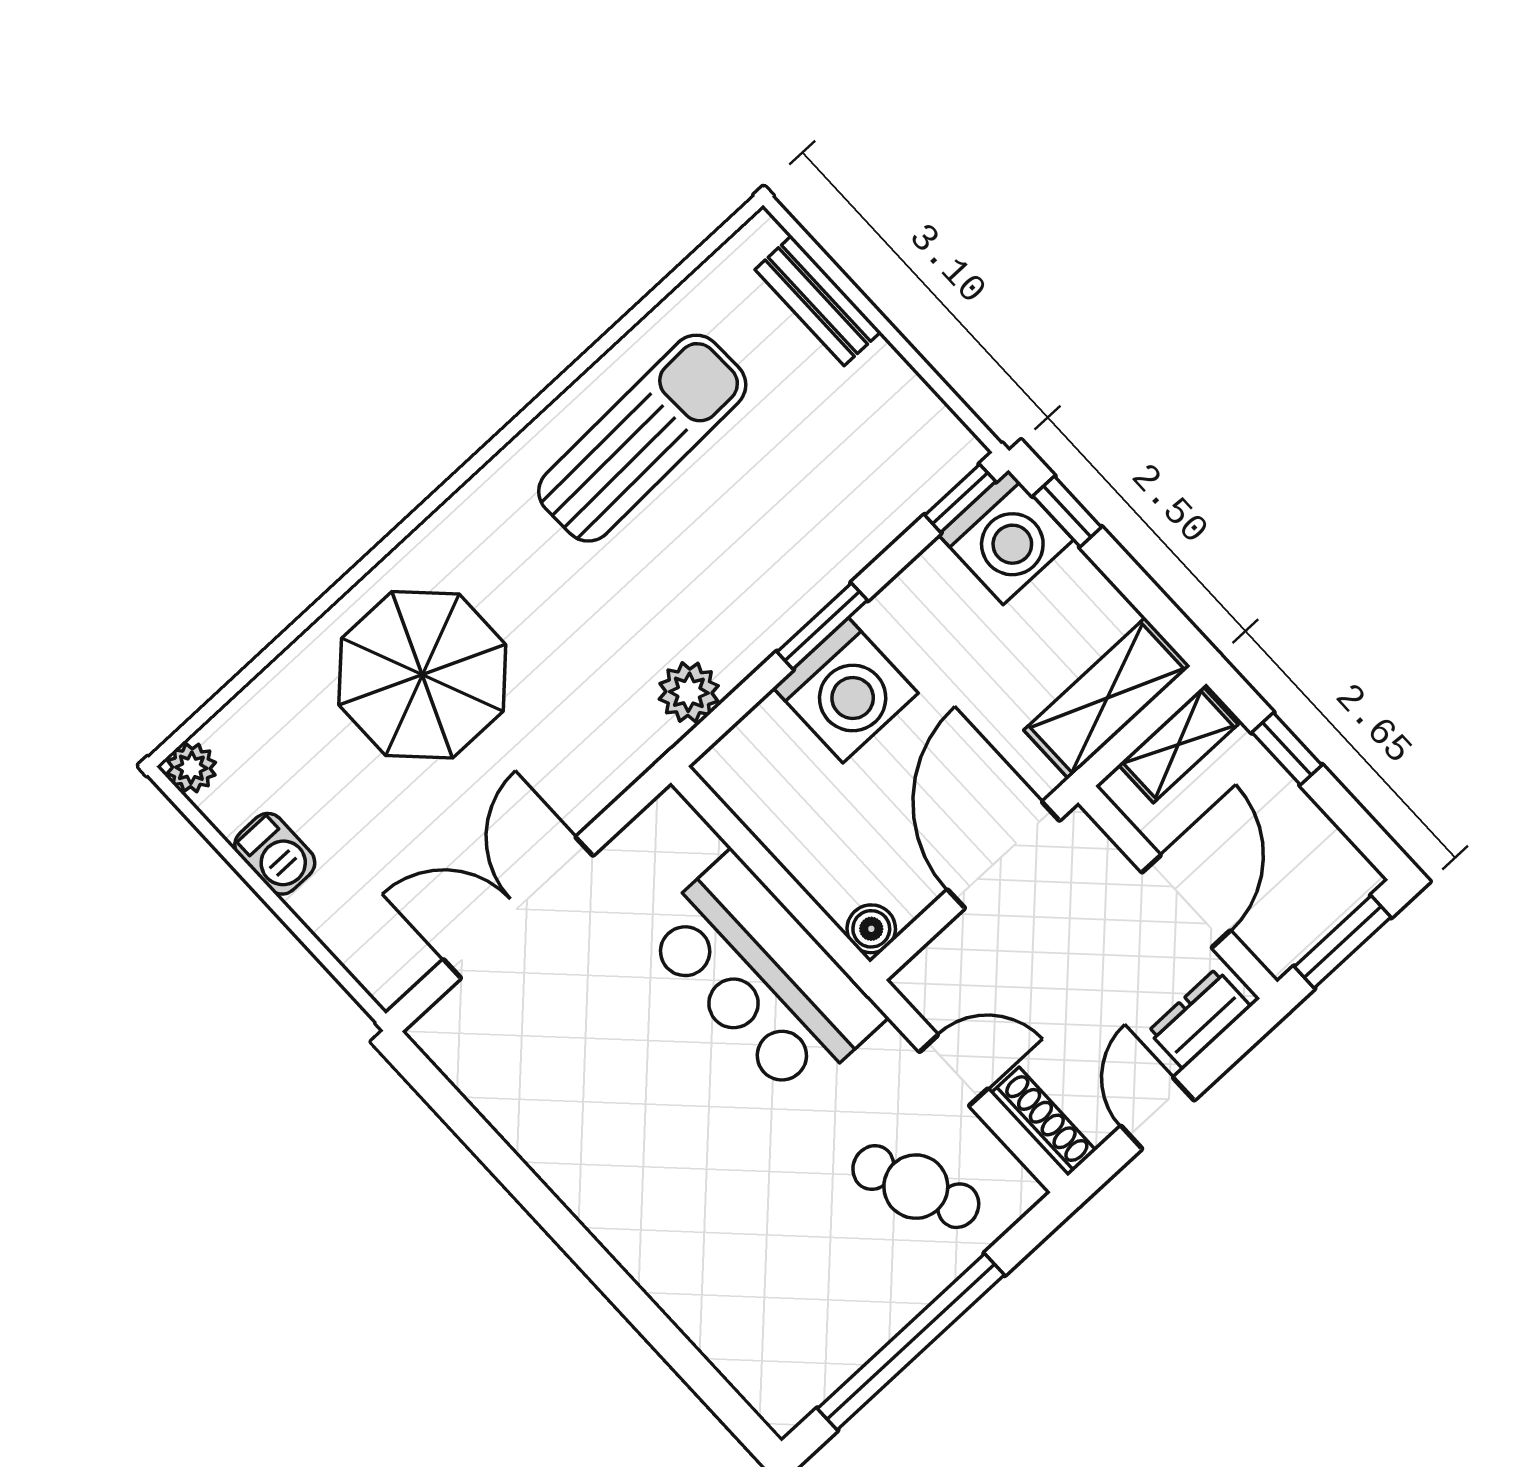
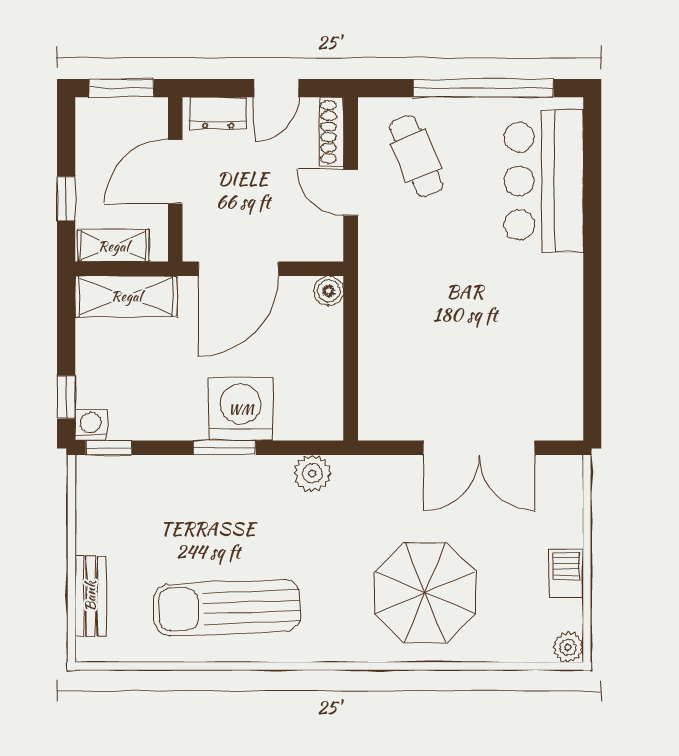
washing machine: (1006, 537) -> (91, 425), width x0.53, depth x0.53
bar counter: (763, 976) -> (544, 181), moved, turned 180

